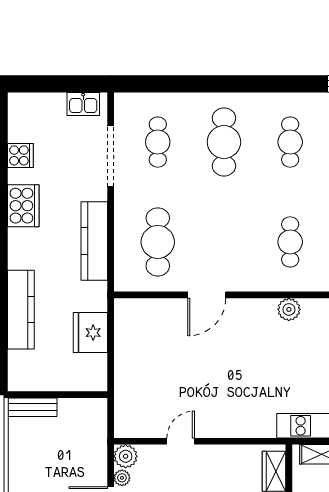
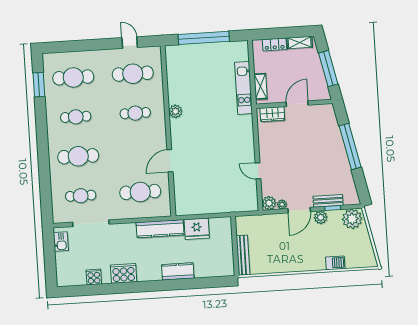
kitchen counter: (94, 241) -> (160, 229), moved
door: (207, 295) -> (170, 161), swing flipped
kitchen counter: (21, 310) -> (178, 271), width x0.67
bench: (32, 407) -> (243, 255), width x1.36

